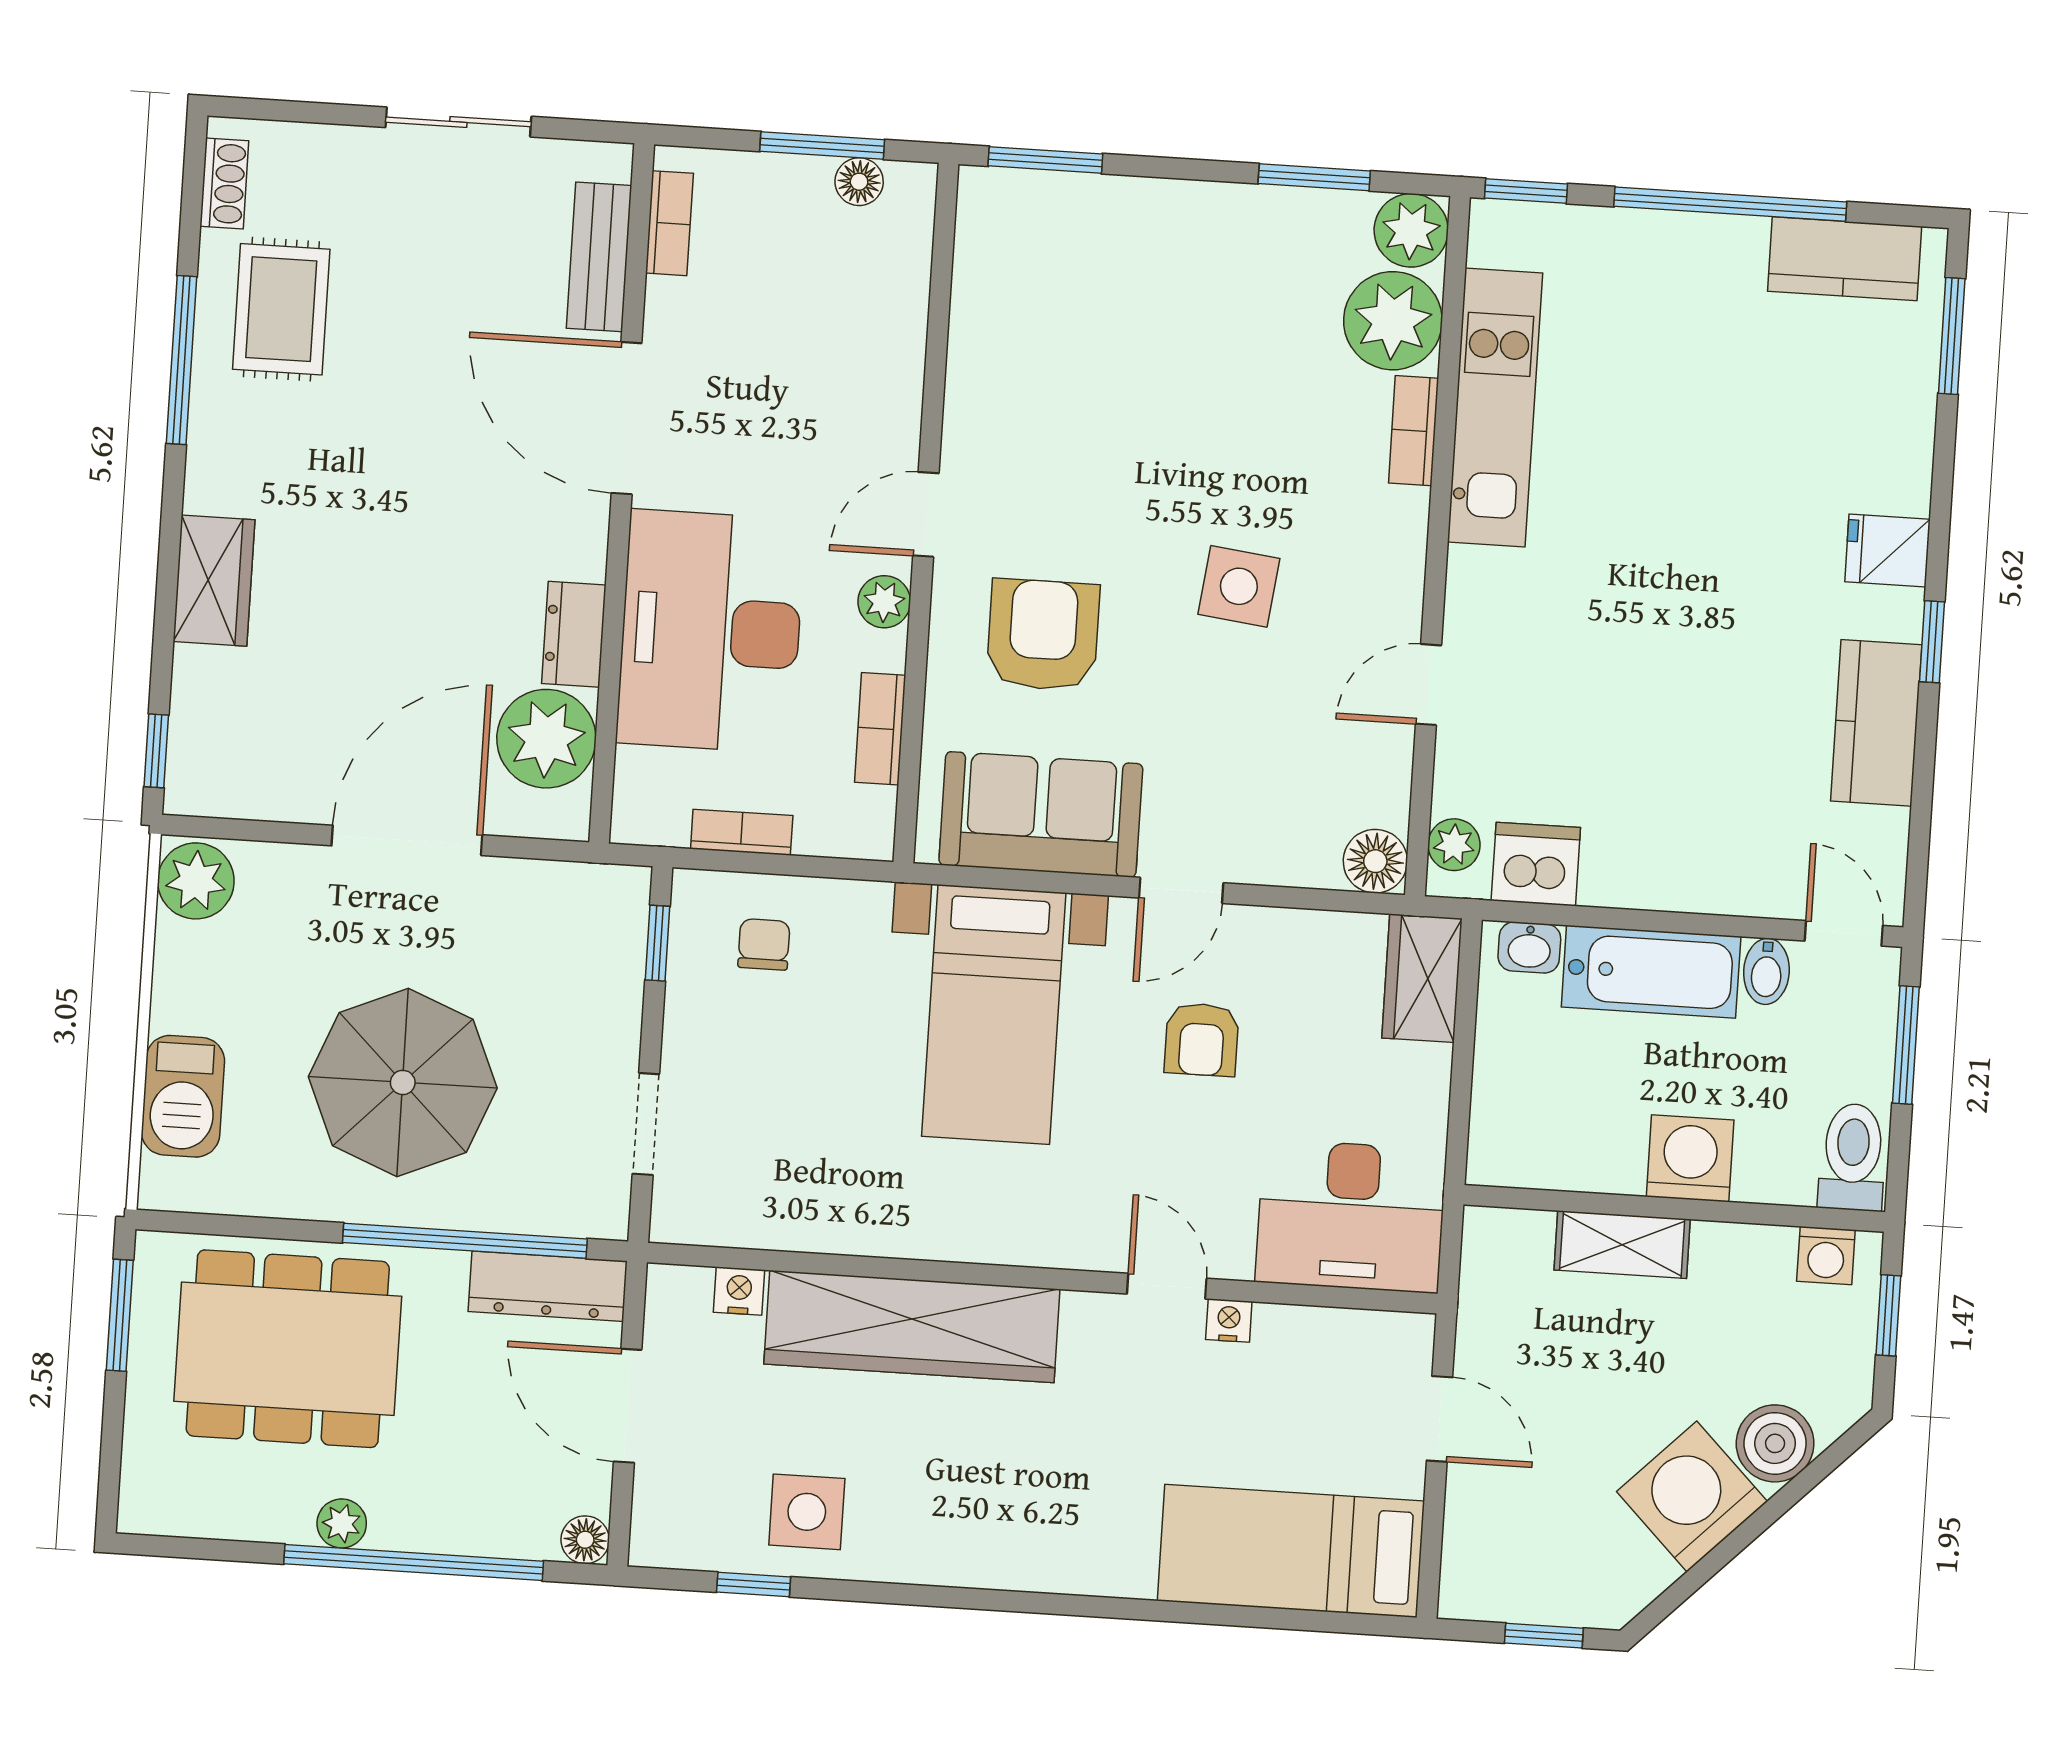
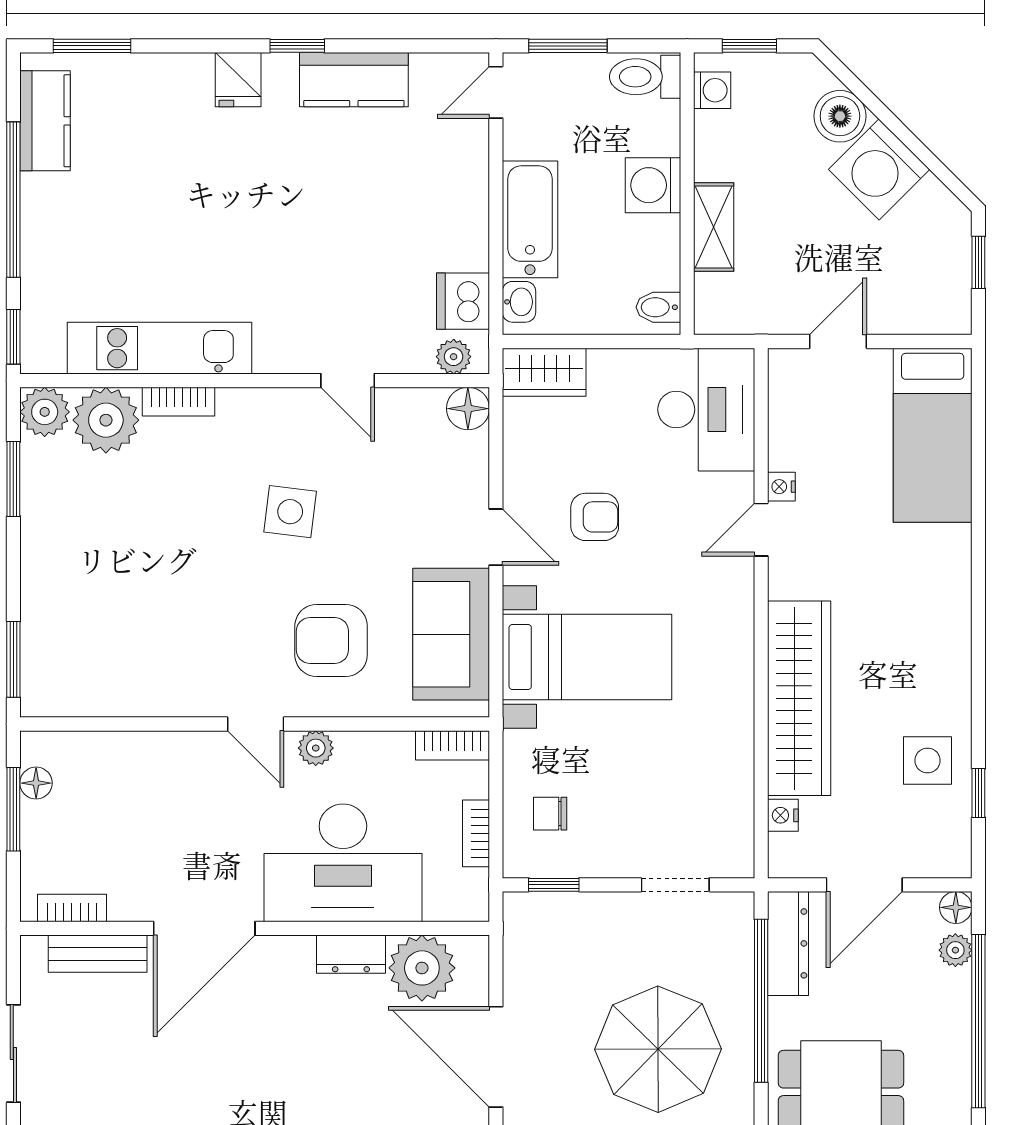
bookcase: (880, 729) -> (453, 745), moved
bidet: (1766, 971) -> (658, 307), moved, turned 180
plant: (342, 1523) -> (955, 950), moved

